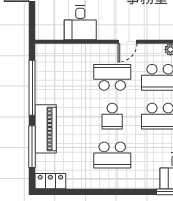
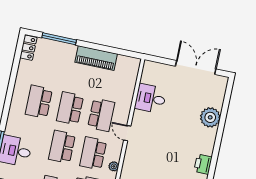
window: (32, 88) -> (106, 49), removed
school desk: (112, 116) -> (70, 108), width x1.85
piano: (46, 129) -> (96, 58), moved

